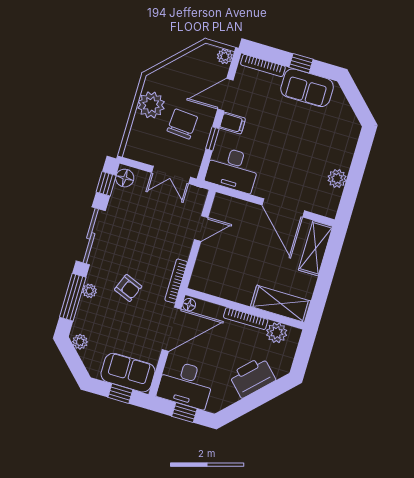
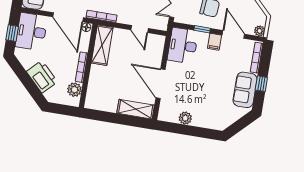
door: (283, 208) -> (161, 84), hinge flipped
shelving: (281, 304) -> (102, 45), moved

